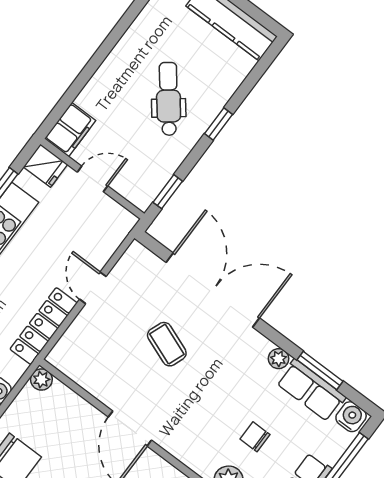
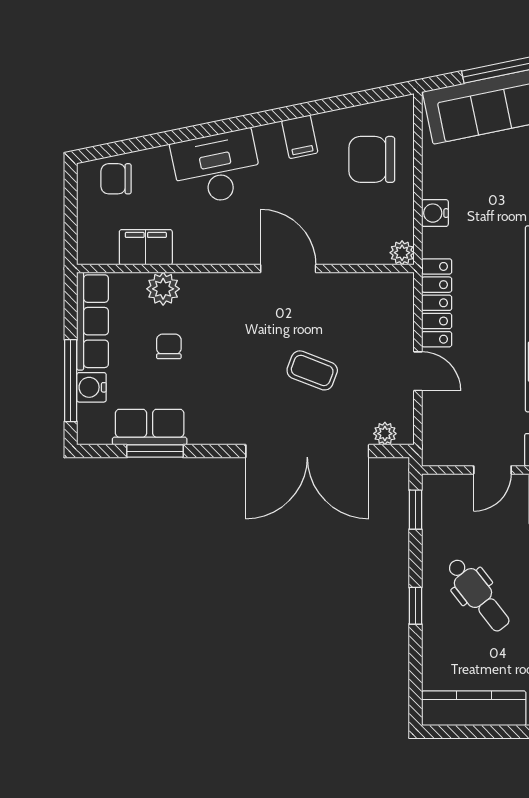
plant: (279, 359) -> (385, 434), moved
water cooler: (351, 417) -> (91, 387), moved, turned 90
chair: (255, 437) -> (169, 346), turned -90

